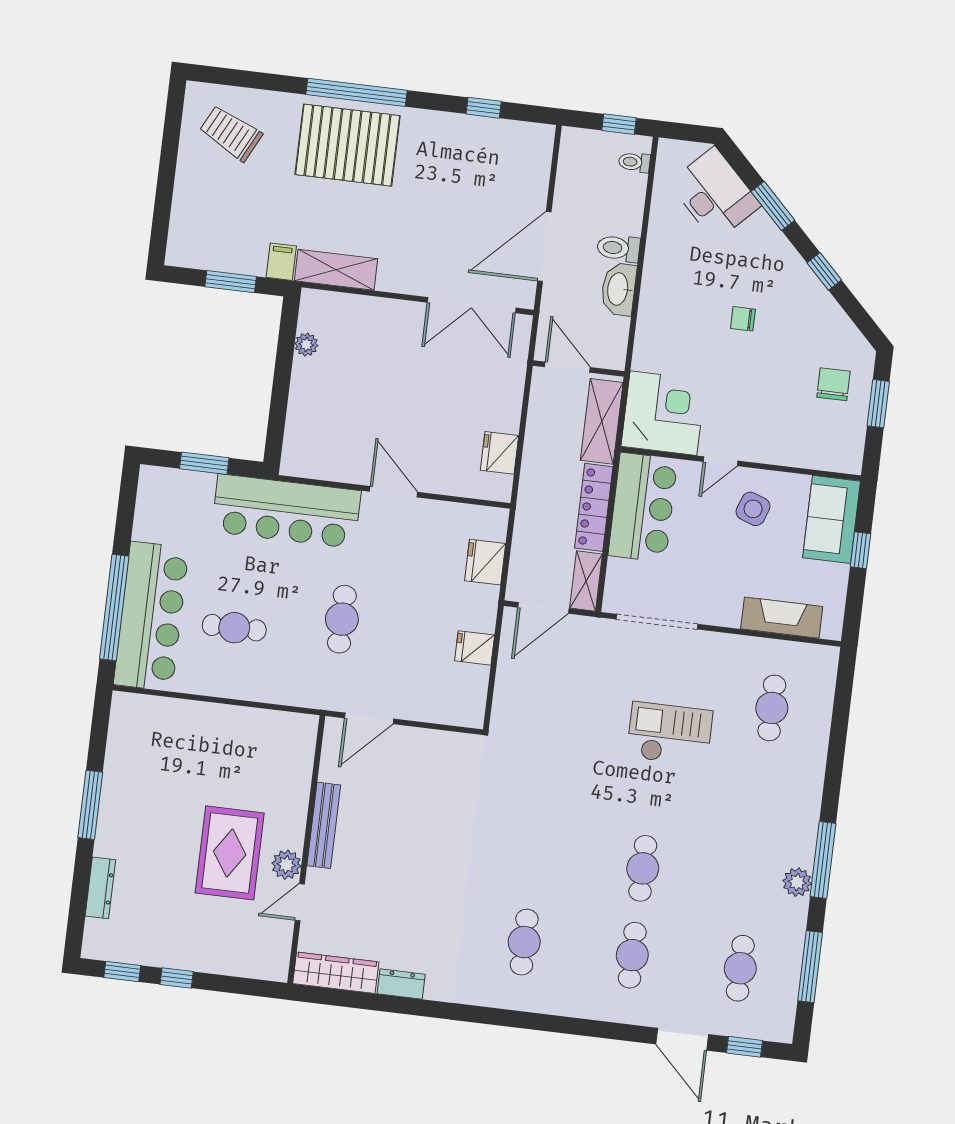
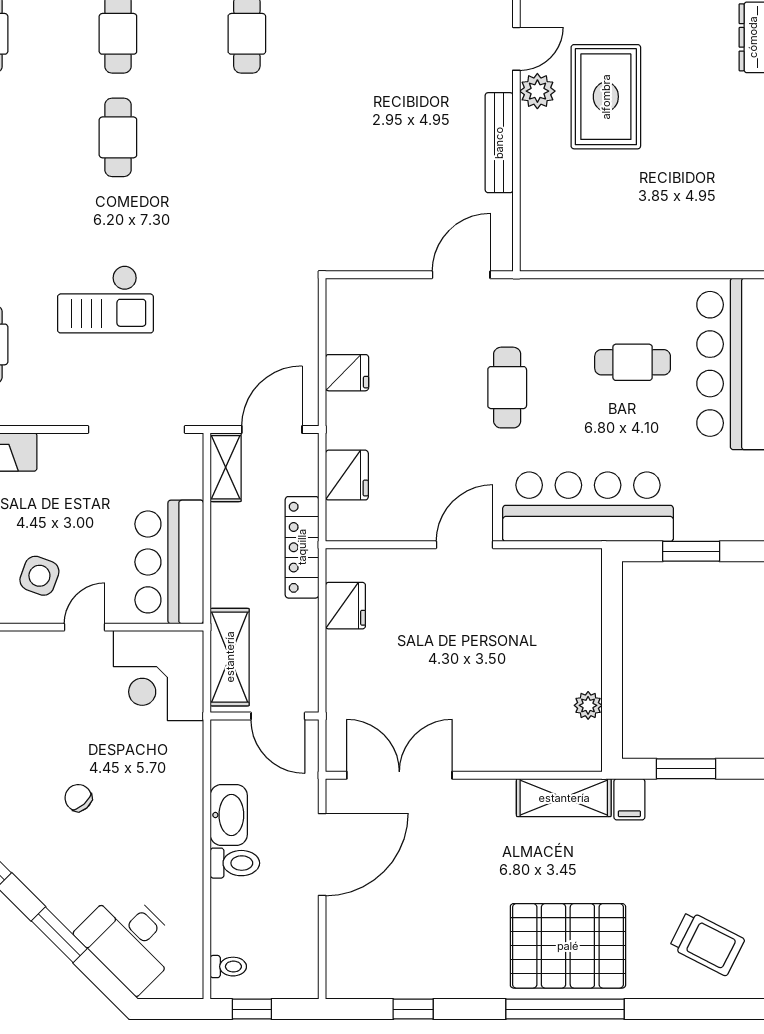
chair: (743, 319) -> (78, 798), turned -132
door: (394, 492) -> (464, 545), swing flipped
locker: (594, 507) -> (302, 547), moved, turned 180

